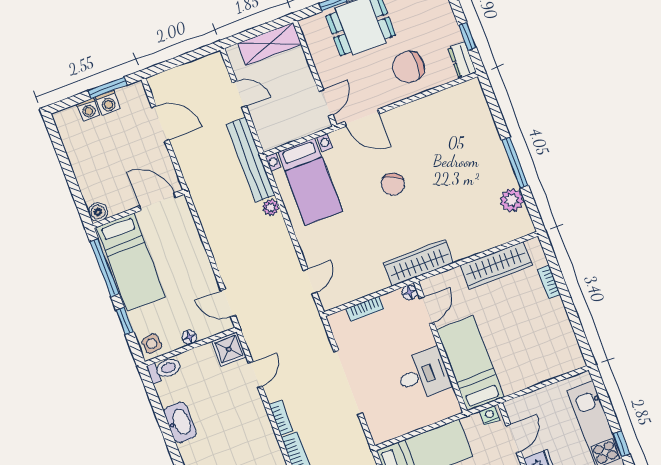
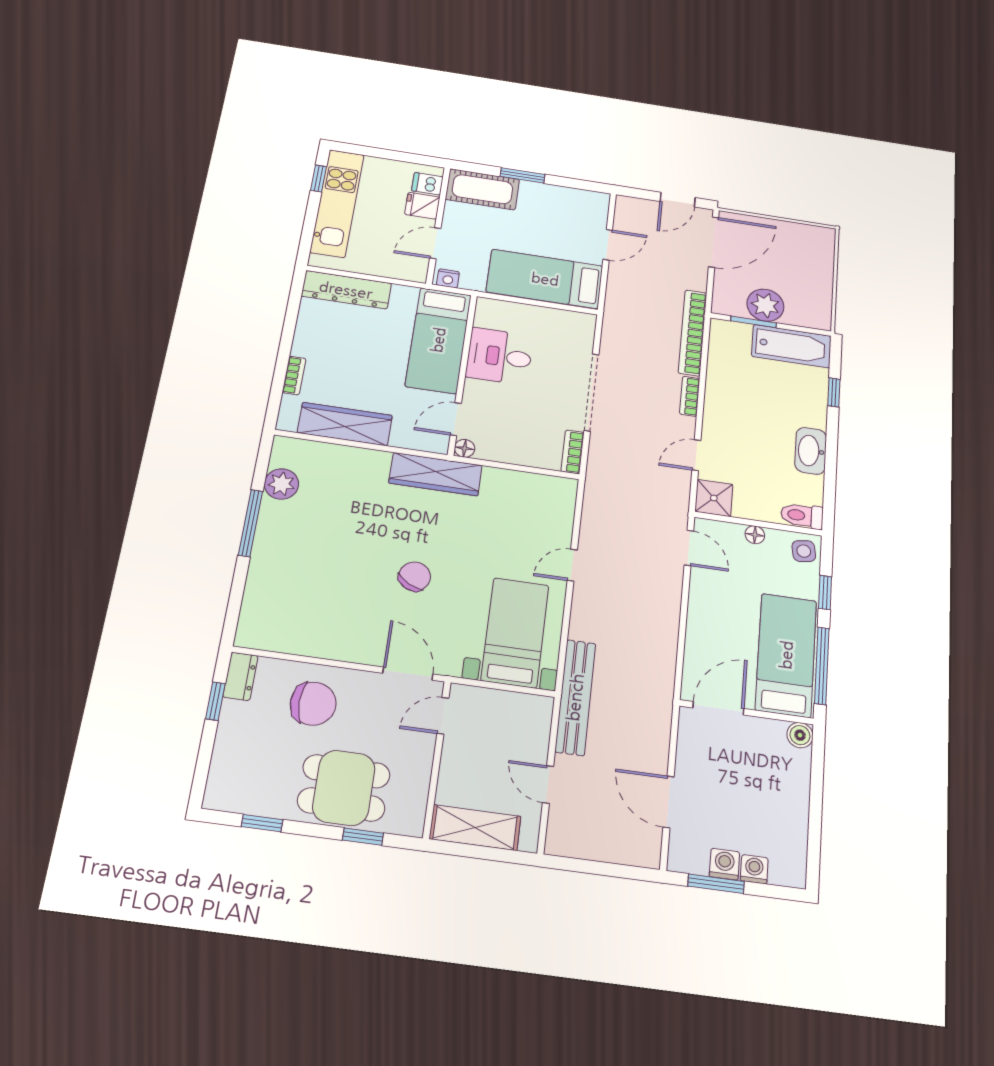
door: (158, 202) -> (718, 708), swing flipped
plant: (271, 207) -> (580, 628), removed
door: (310, 281) -> (572, 565), moved
bookcase: (365, 309) -> (573, 452), moved, turned -90
dresser: (552, 366) -> (346, 290), added

